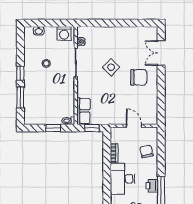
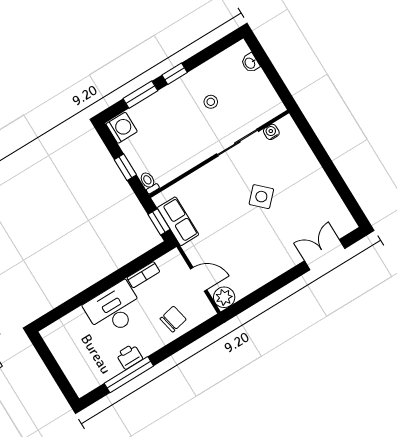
washing machine: (64, 34) -> (122, 128), moved, turned 180
chair: (139, 77) -> (271, 244), removed
row of seats: (83, 111) -> (178, 221), moved, turned -90
plant: (151, 118) -> (224, 297), added
door: (134, 126) -> (199, 279), hinge flipped

